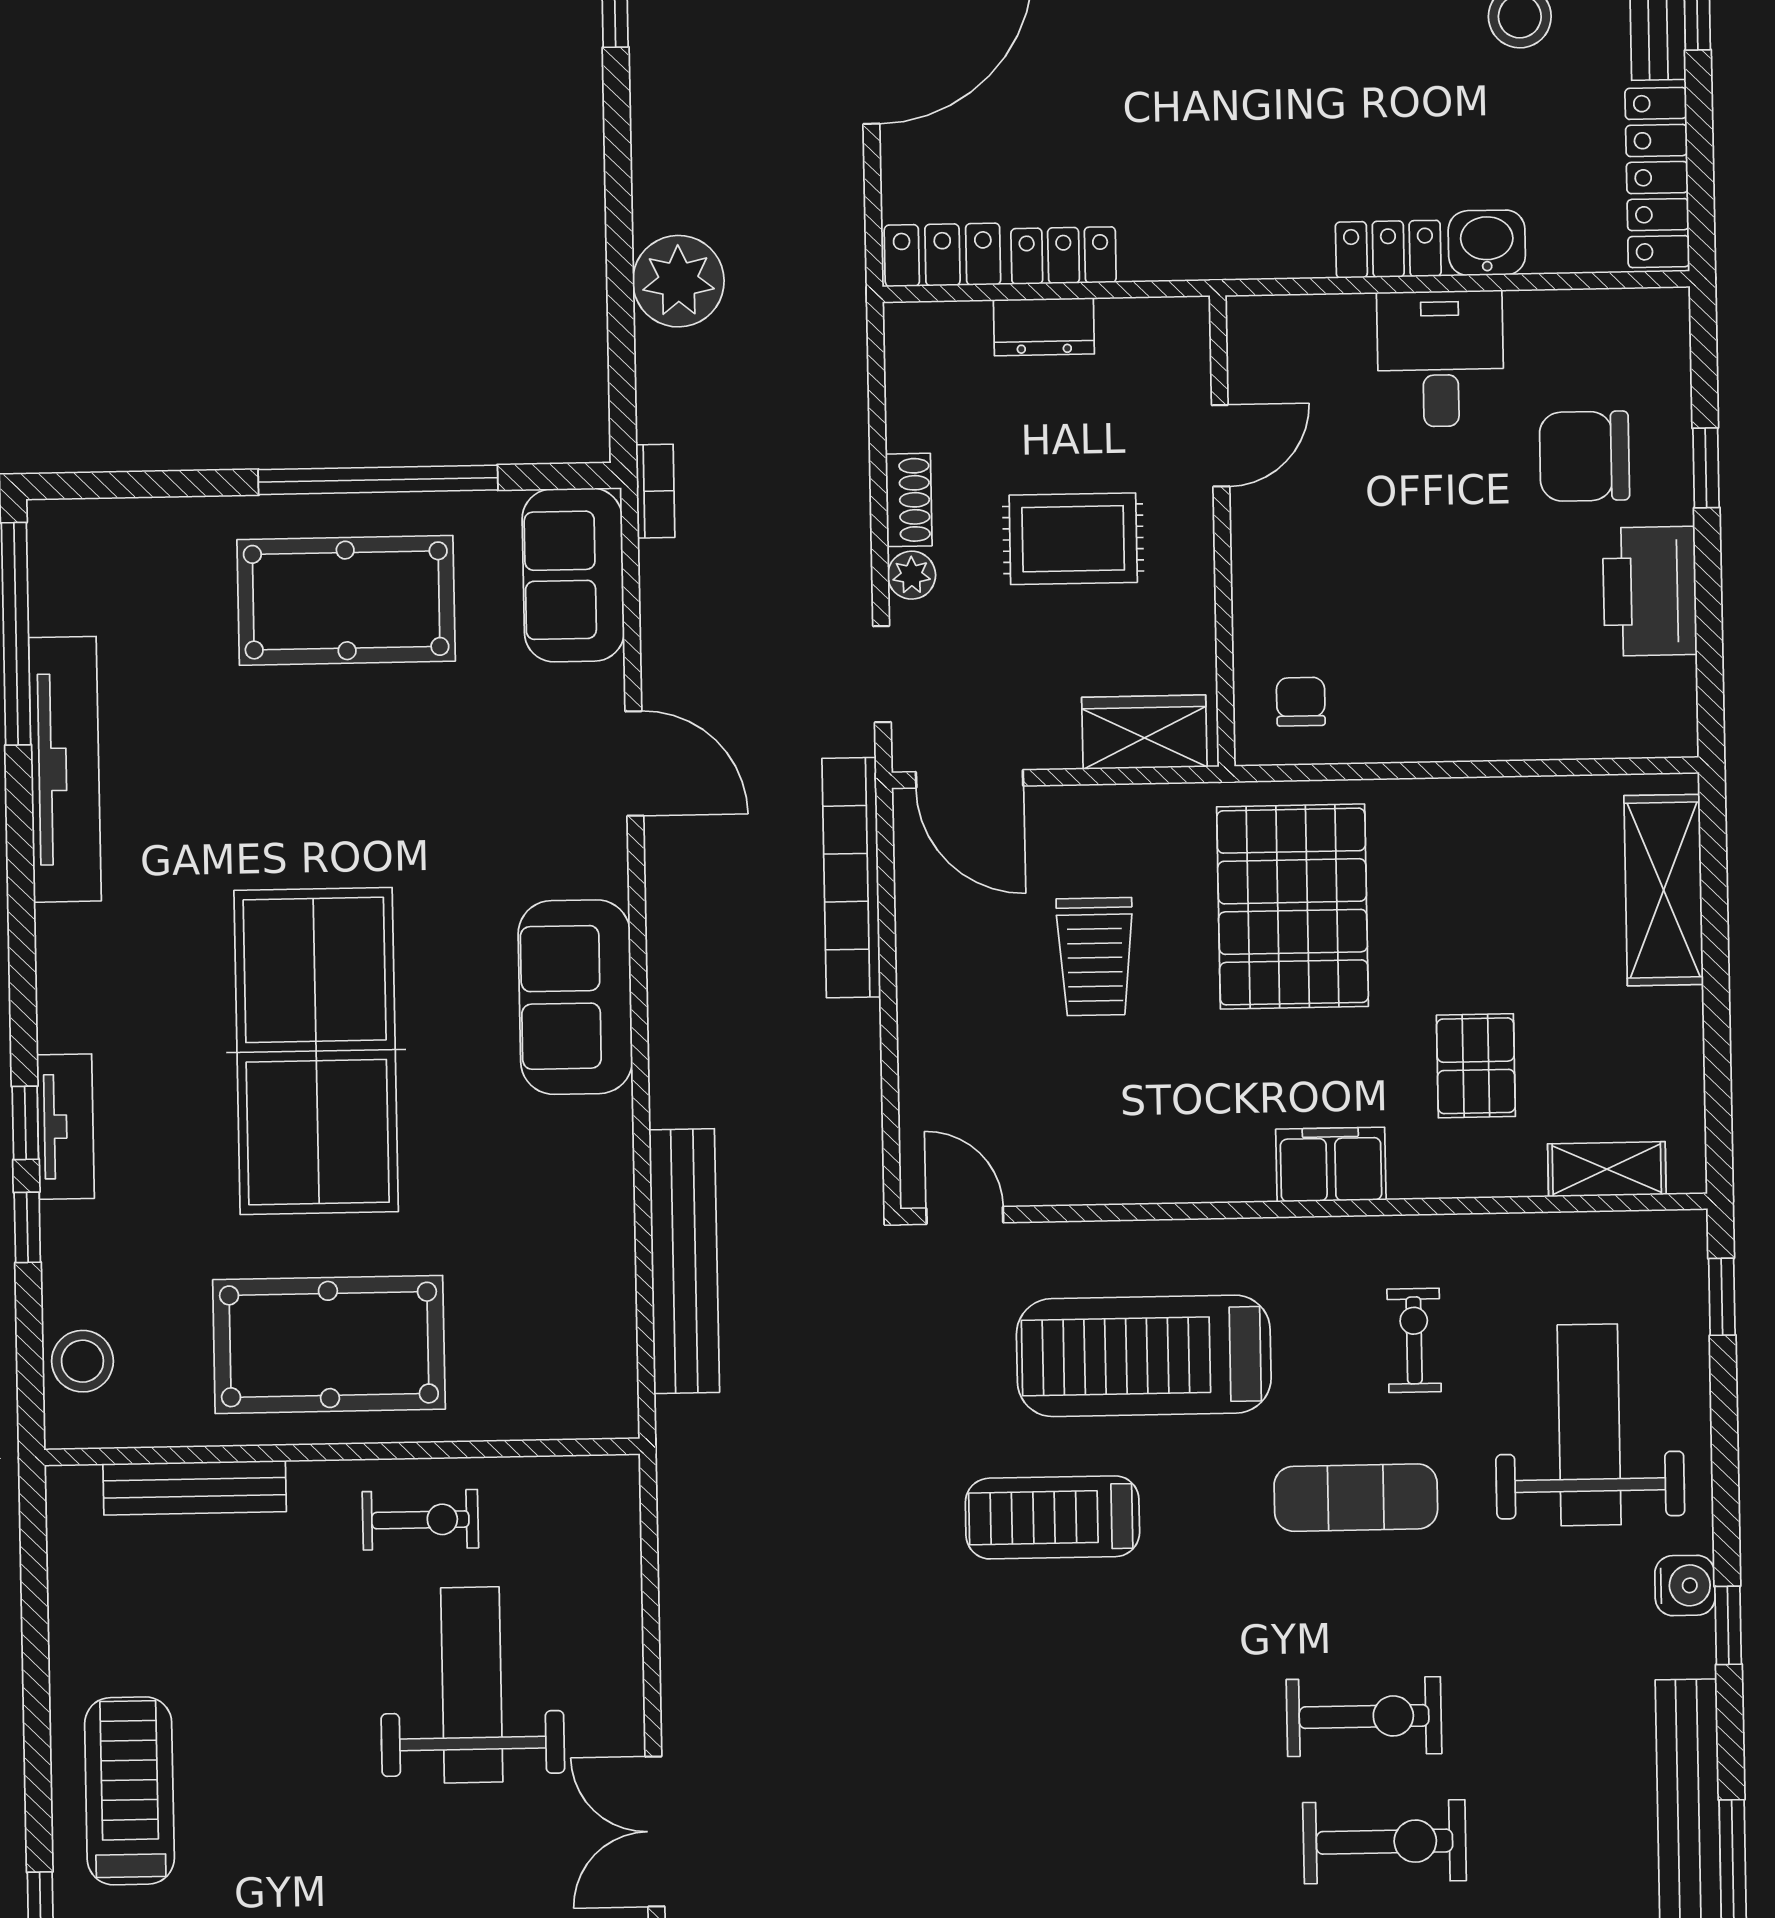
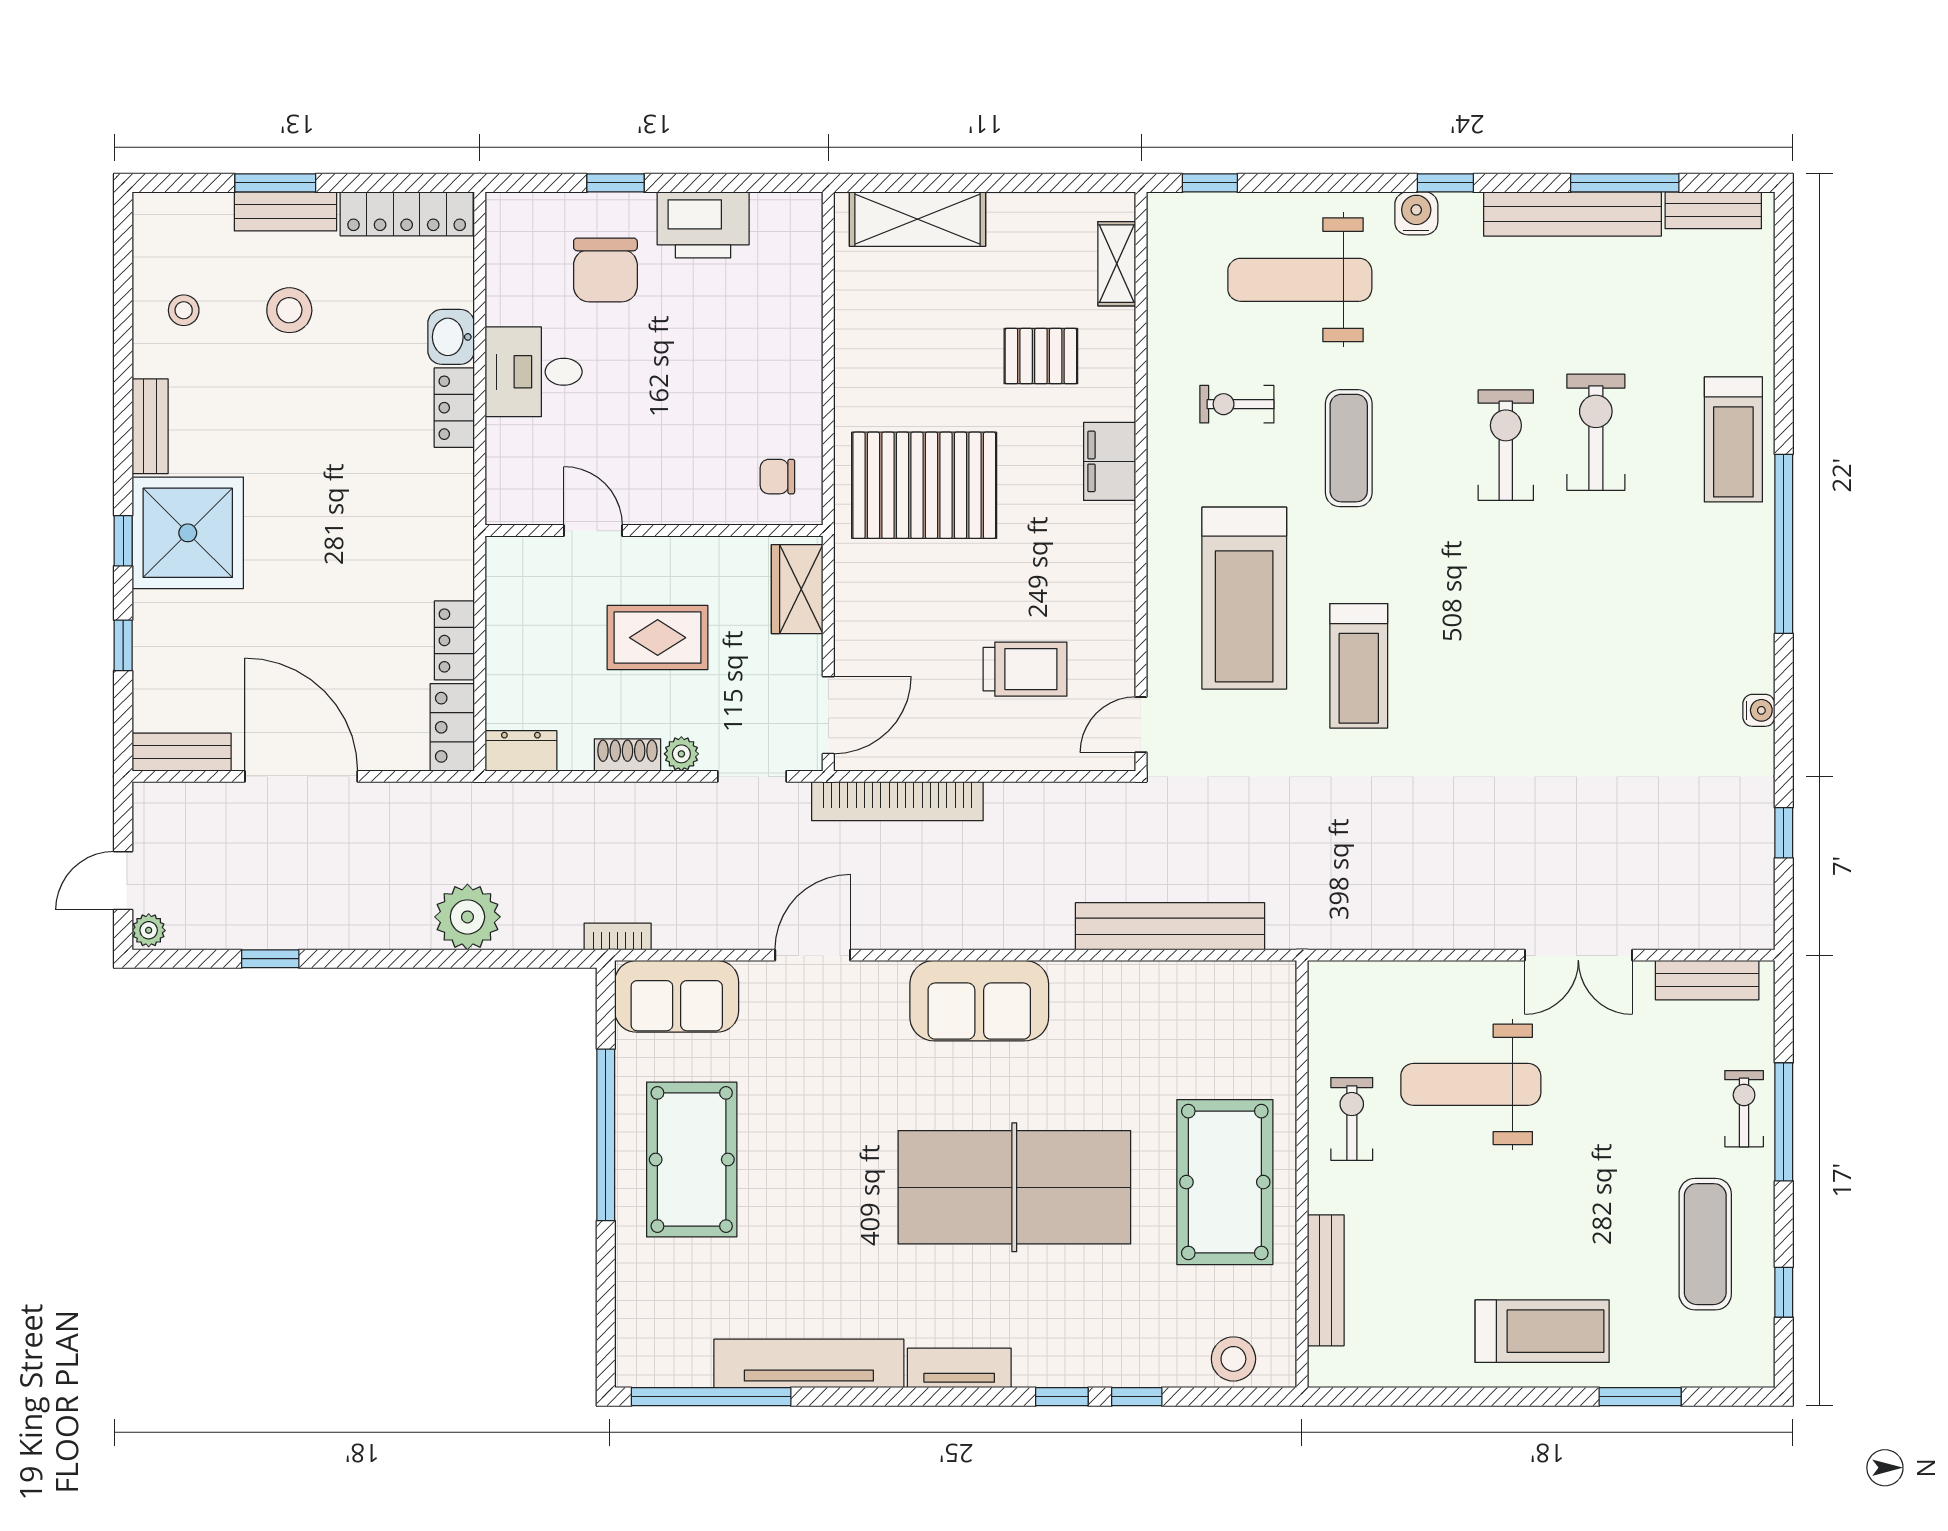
dresser: (1044, 327) -> (521, 751), moved, turned -90
rug: (1073, 539) -> (658, 638), turned 90
trolley: (1095, 957) -> (1025, 669), moved
tv unit: (65, 1127) -> (959, 1368), moved
treadmill: (129, 1791) -> (1542, 1331), turned 180

